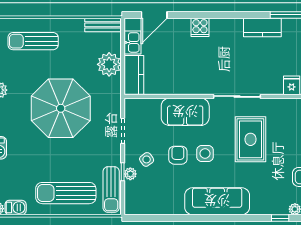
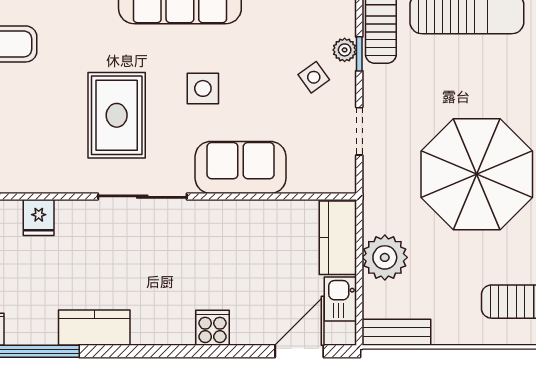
armchair: (178, 155) -> (254, 85), removed

